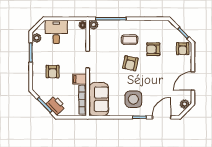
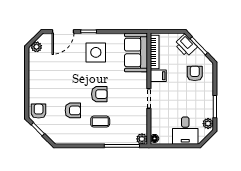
armchair: (130, 63) -> (99, 94), turned 78
armchair: (53, 72) -> (195, 73), moved
door: (193, 81) -> (27, 73), removed

